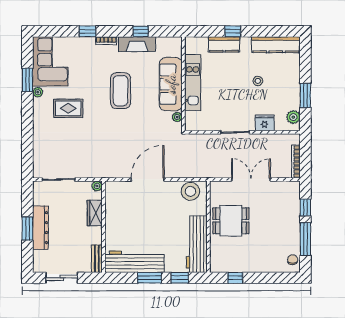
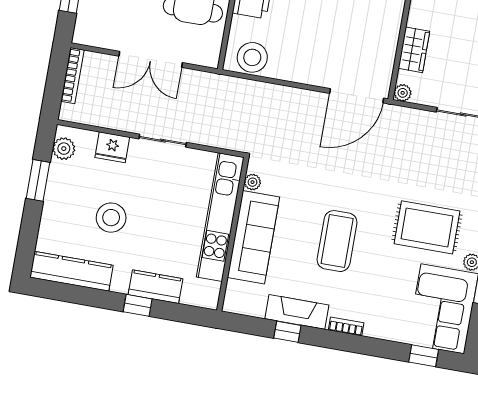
window: (88, 31) -> (424, 356), moved
stool: (258, 81) -> (111, 218), width x1.89, depth x1.89
kitchen unit: (193, 82) -> (220, 217), width x1.36
rug: (68, 108) -> (427, 227), width x1.36, depth x1.43
door: (148, 179) -> (357, 96), moved

